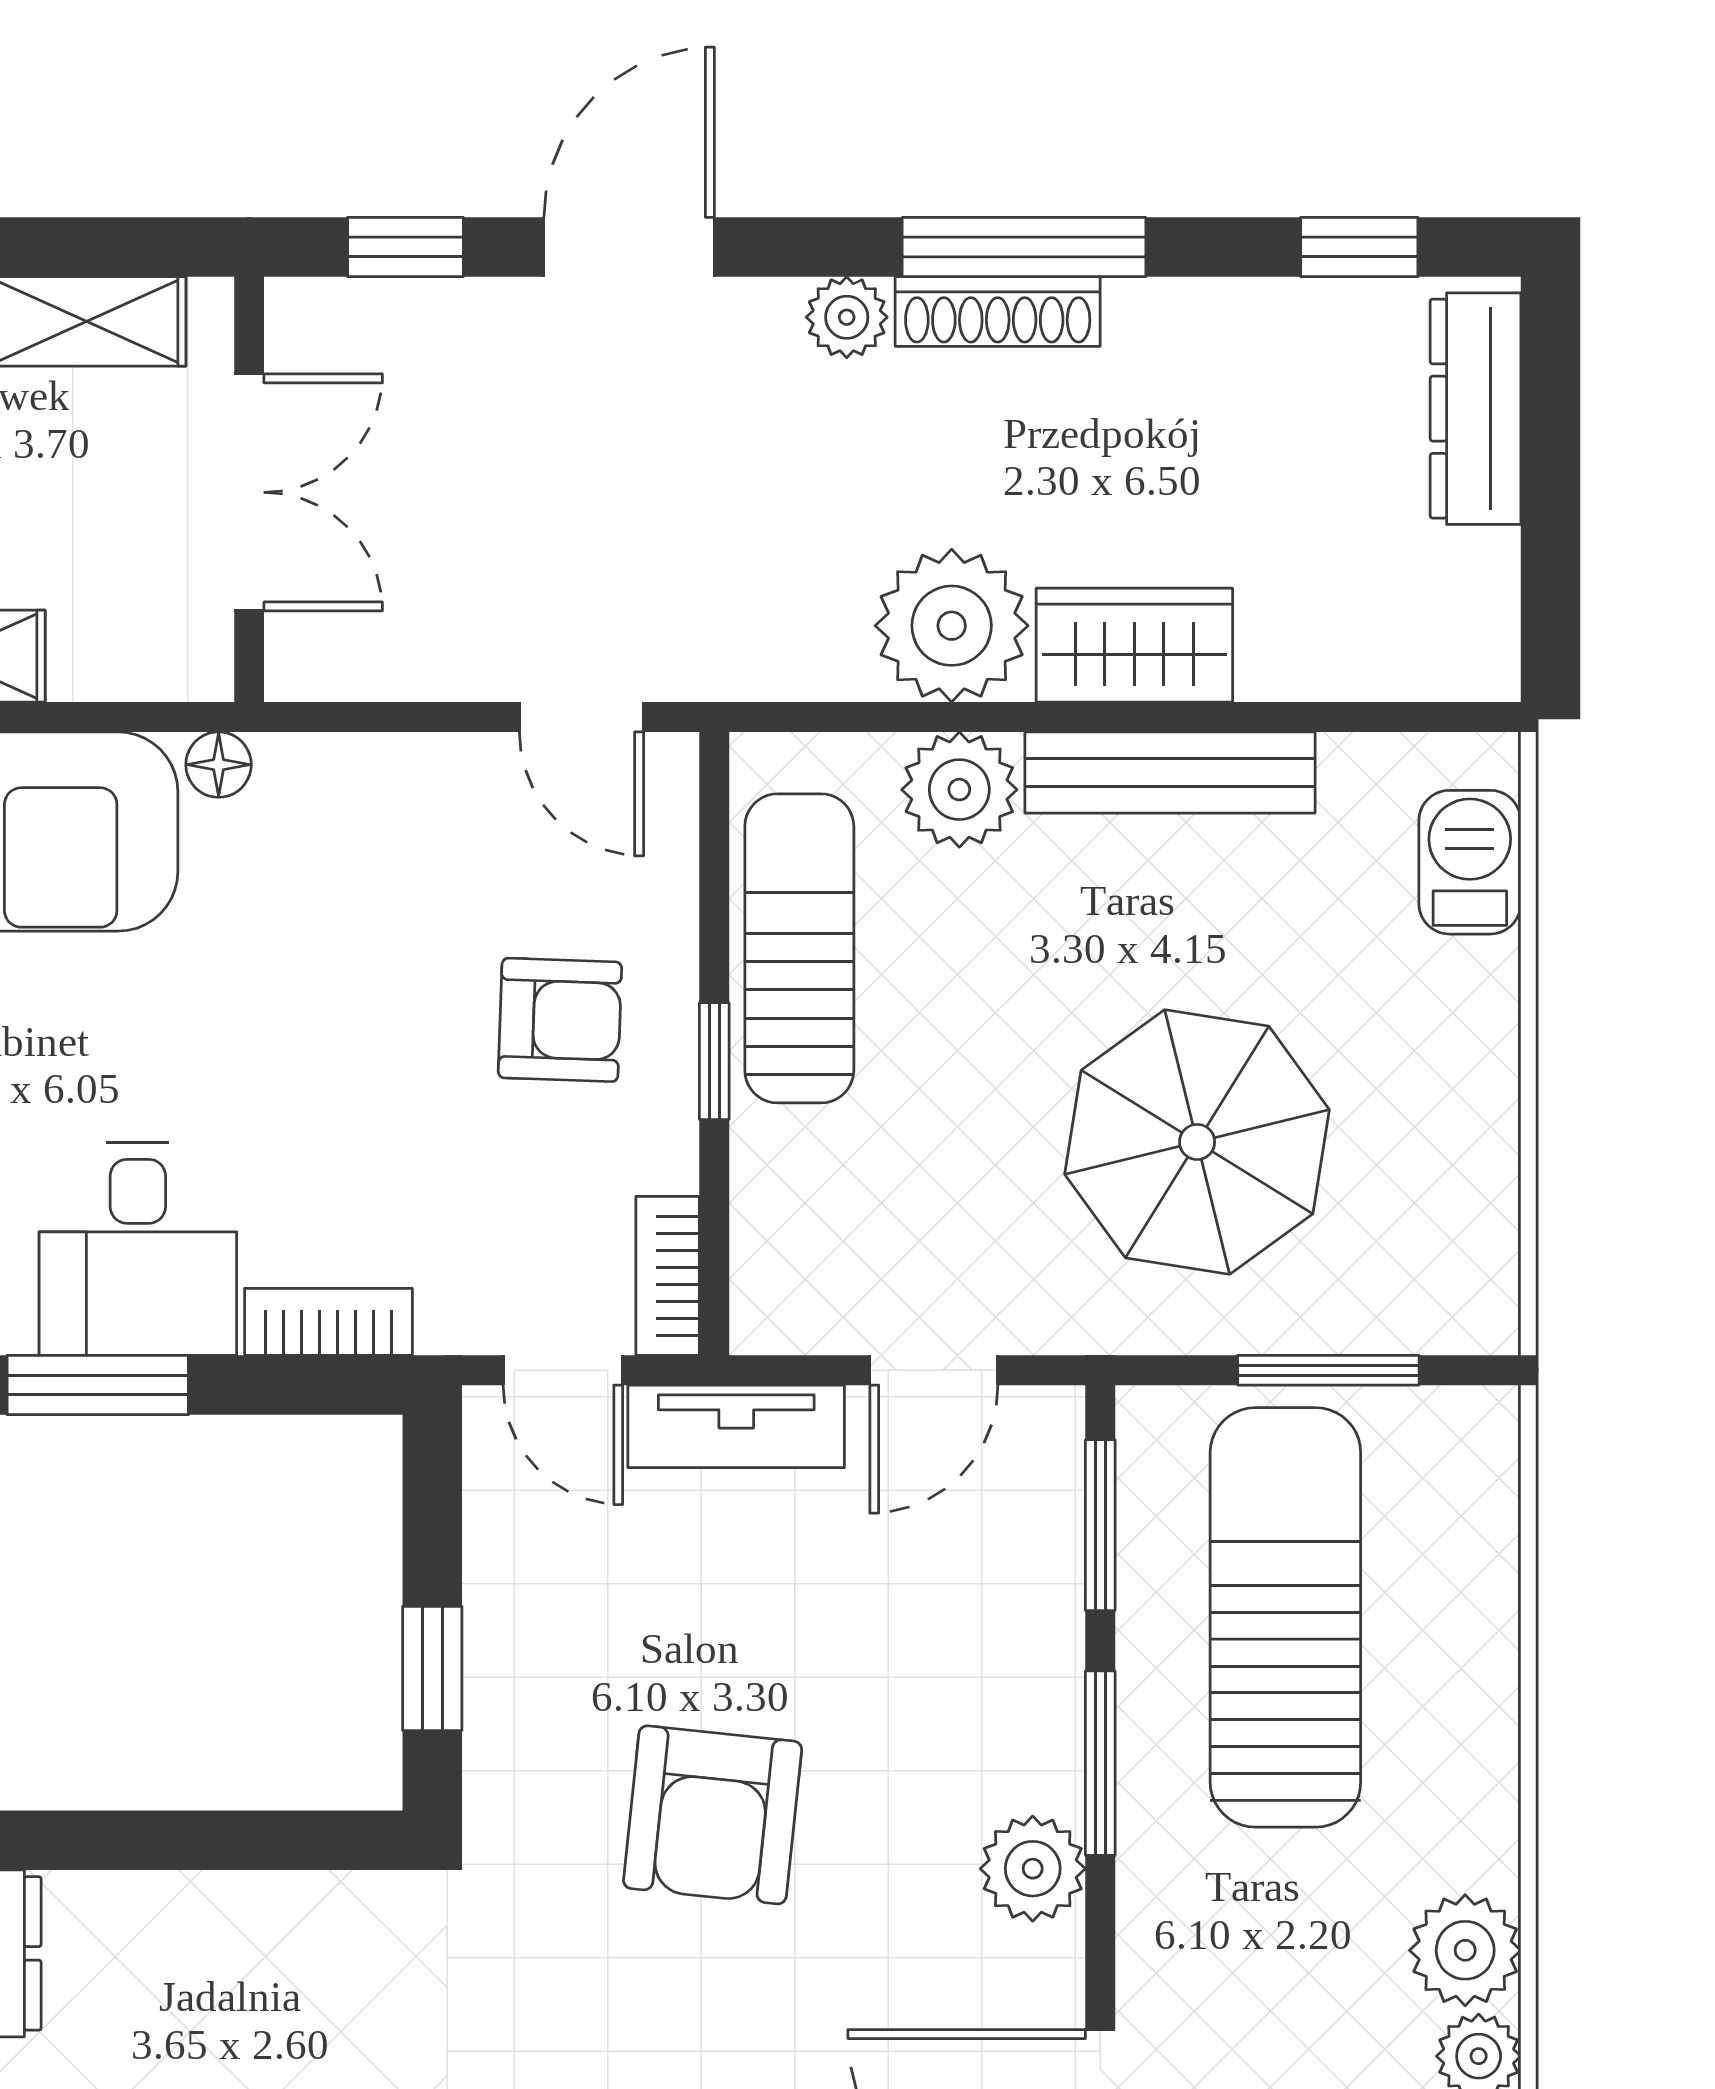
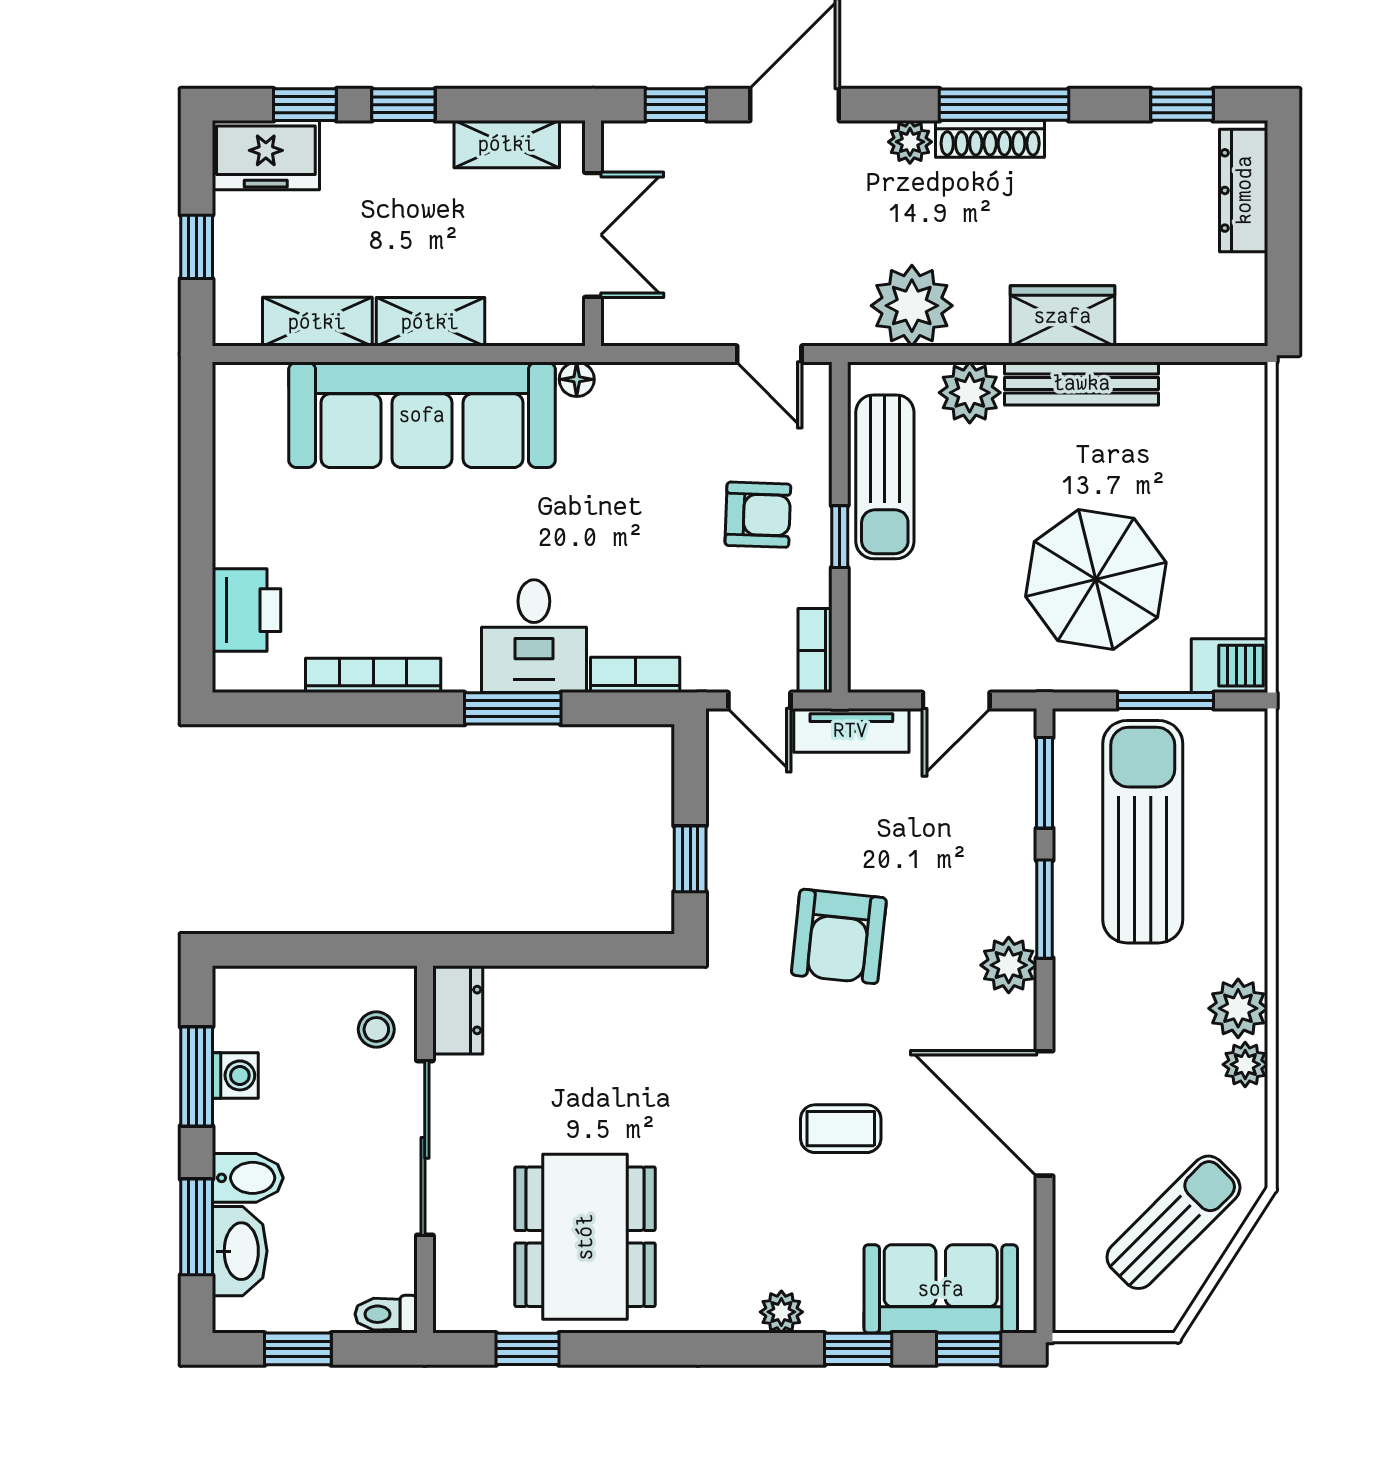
plant: (952, 626) -> (912, 306), moved
barbecue: (1470, 862) -> (1230, 666), moved, turned 90
sun lounger: (799, 948) -> (885, 477), turned 180

